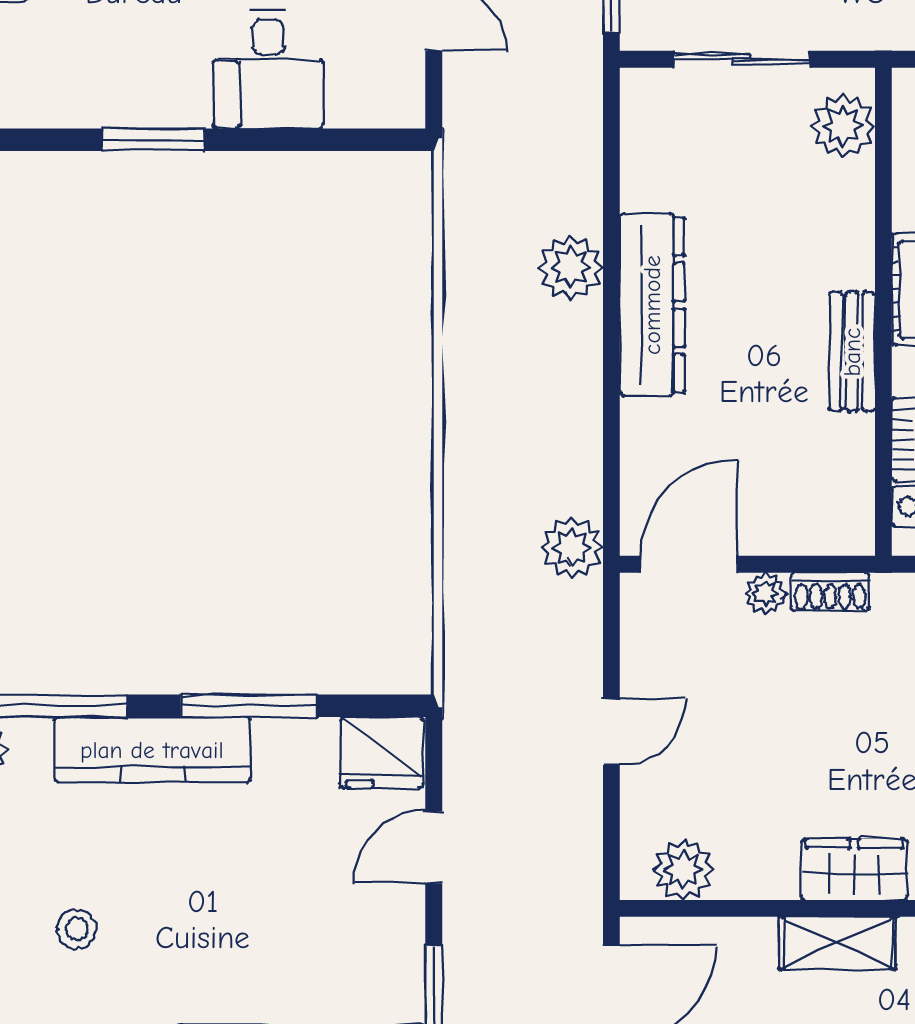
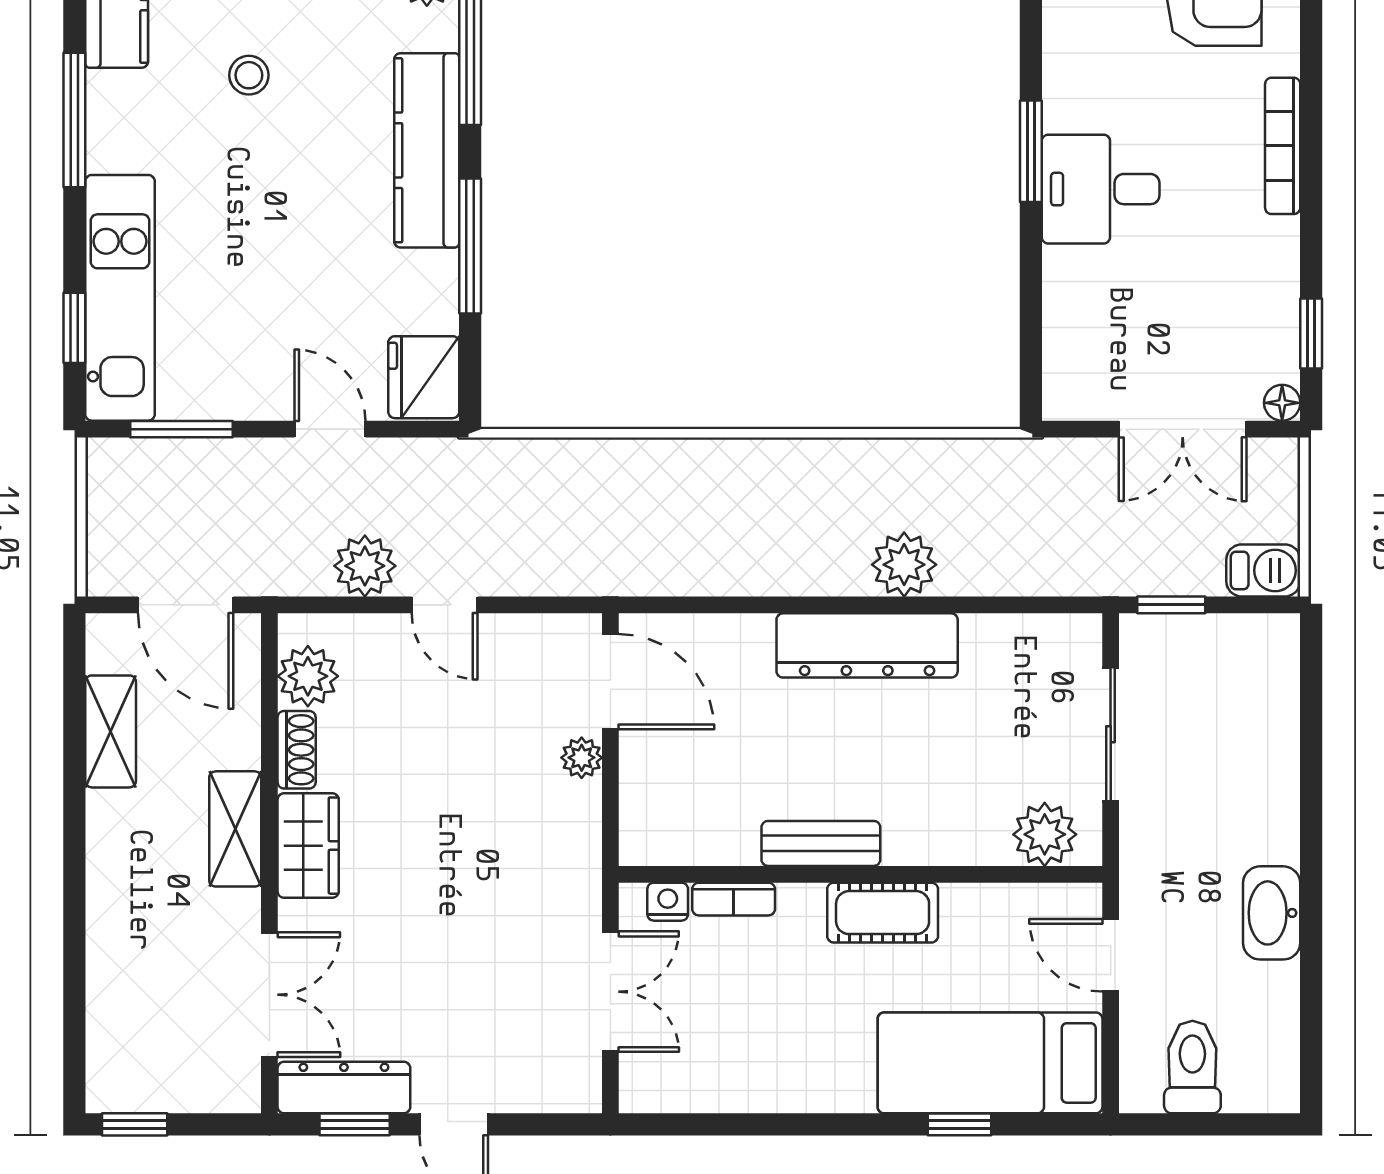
desk: (268, 69) -> (1101, 189), moved
plant: (572, 548) -> (365, 566), moved
shoe rack: (830, 592) -> (297, 750), moved, turned 180

